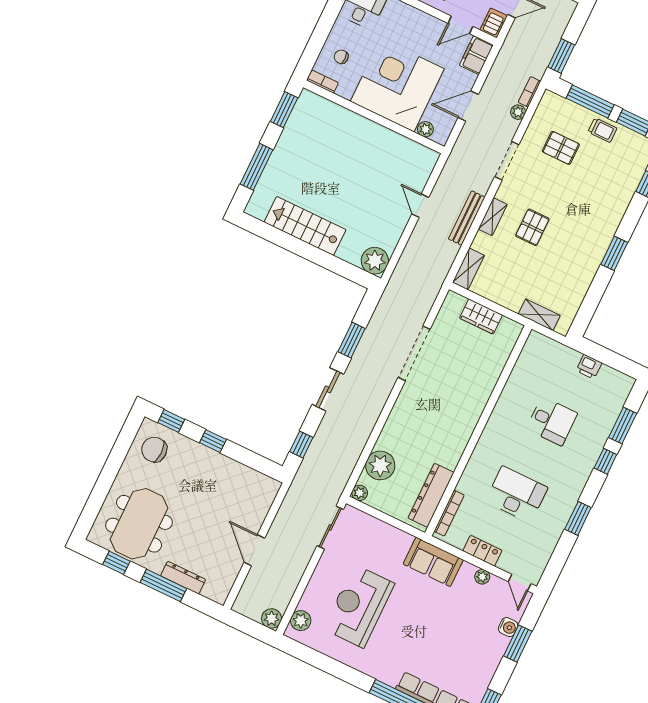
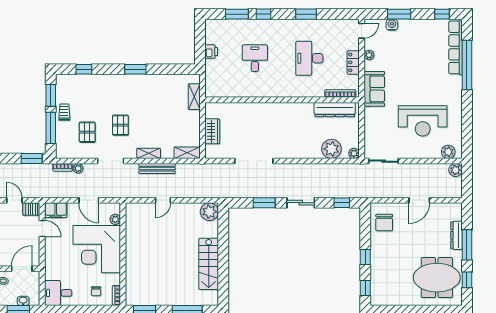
pallet: (532, 227) -> (120, 125), moved, turned 90
chair: (154, 450) -> (384, 223), moved

